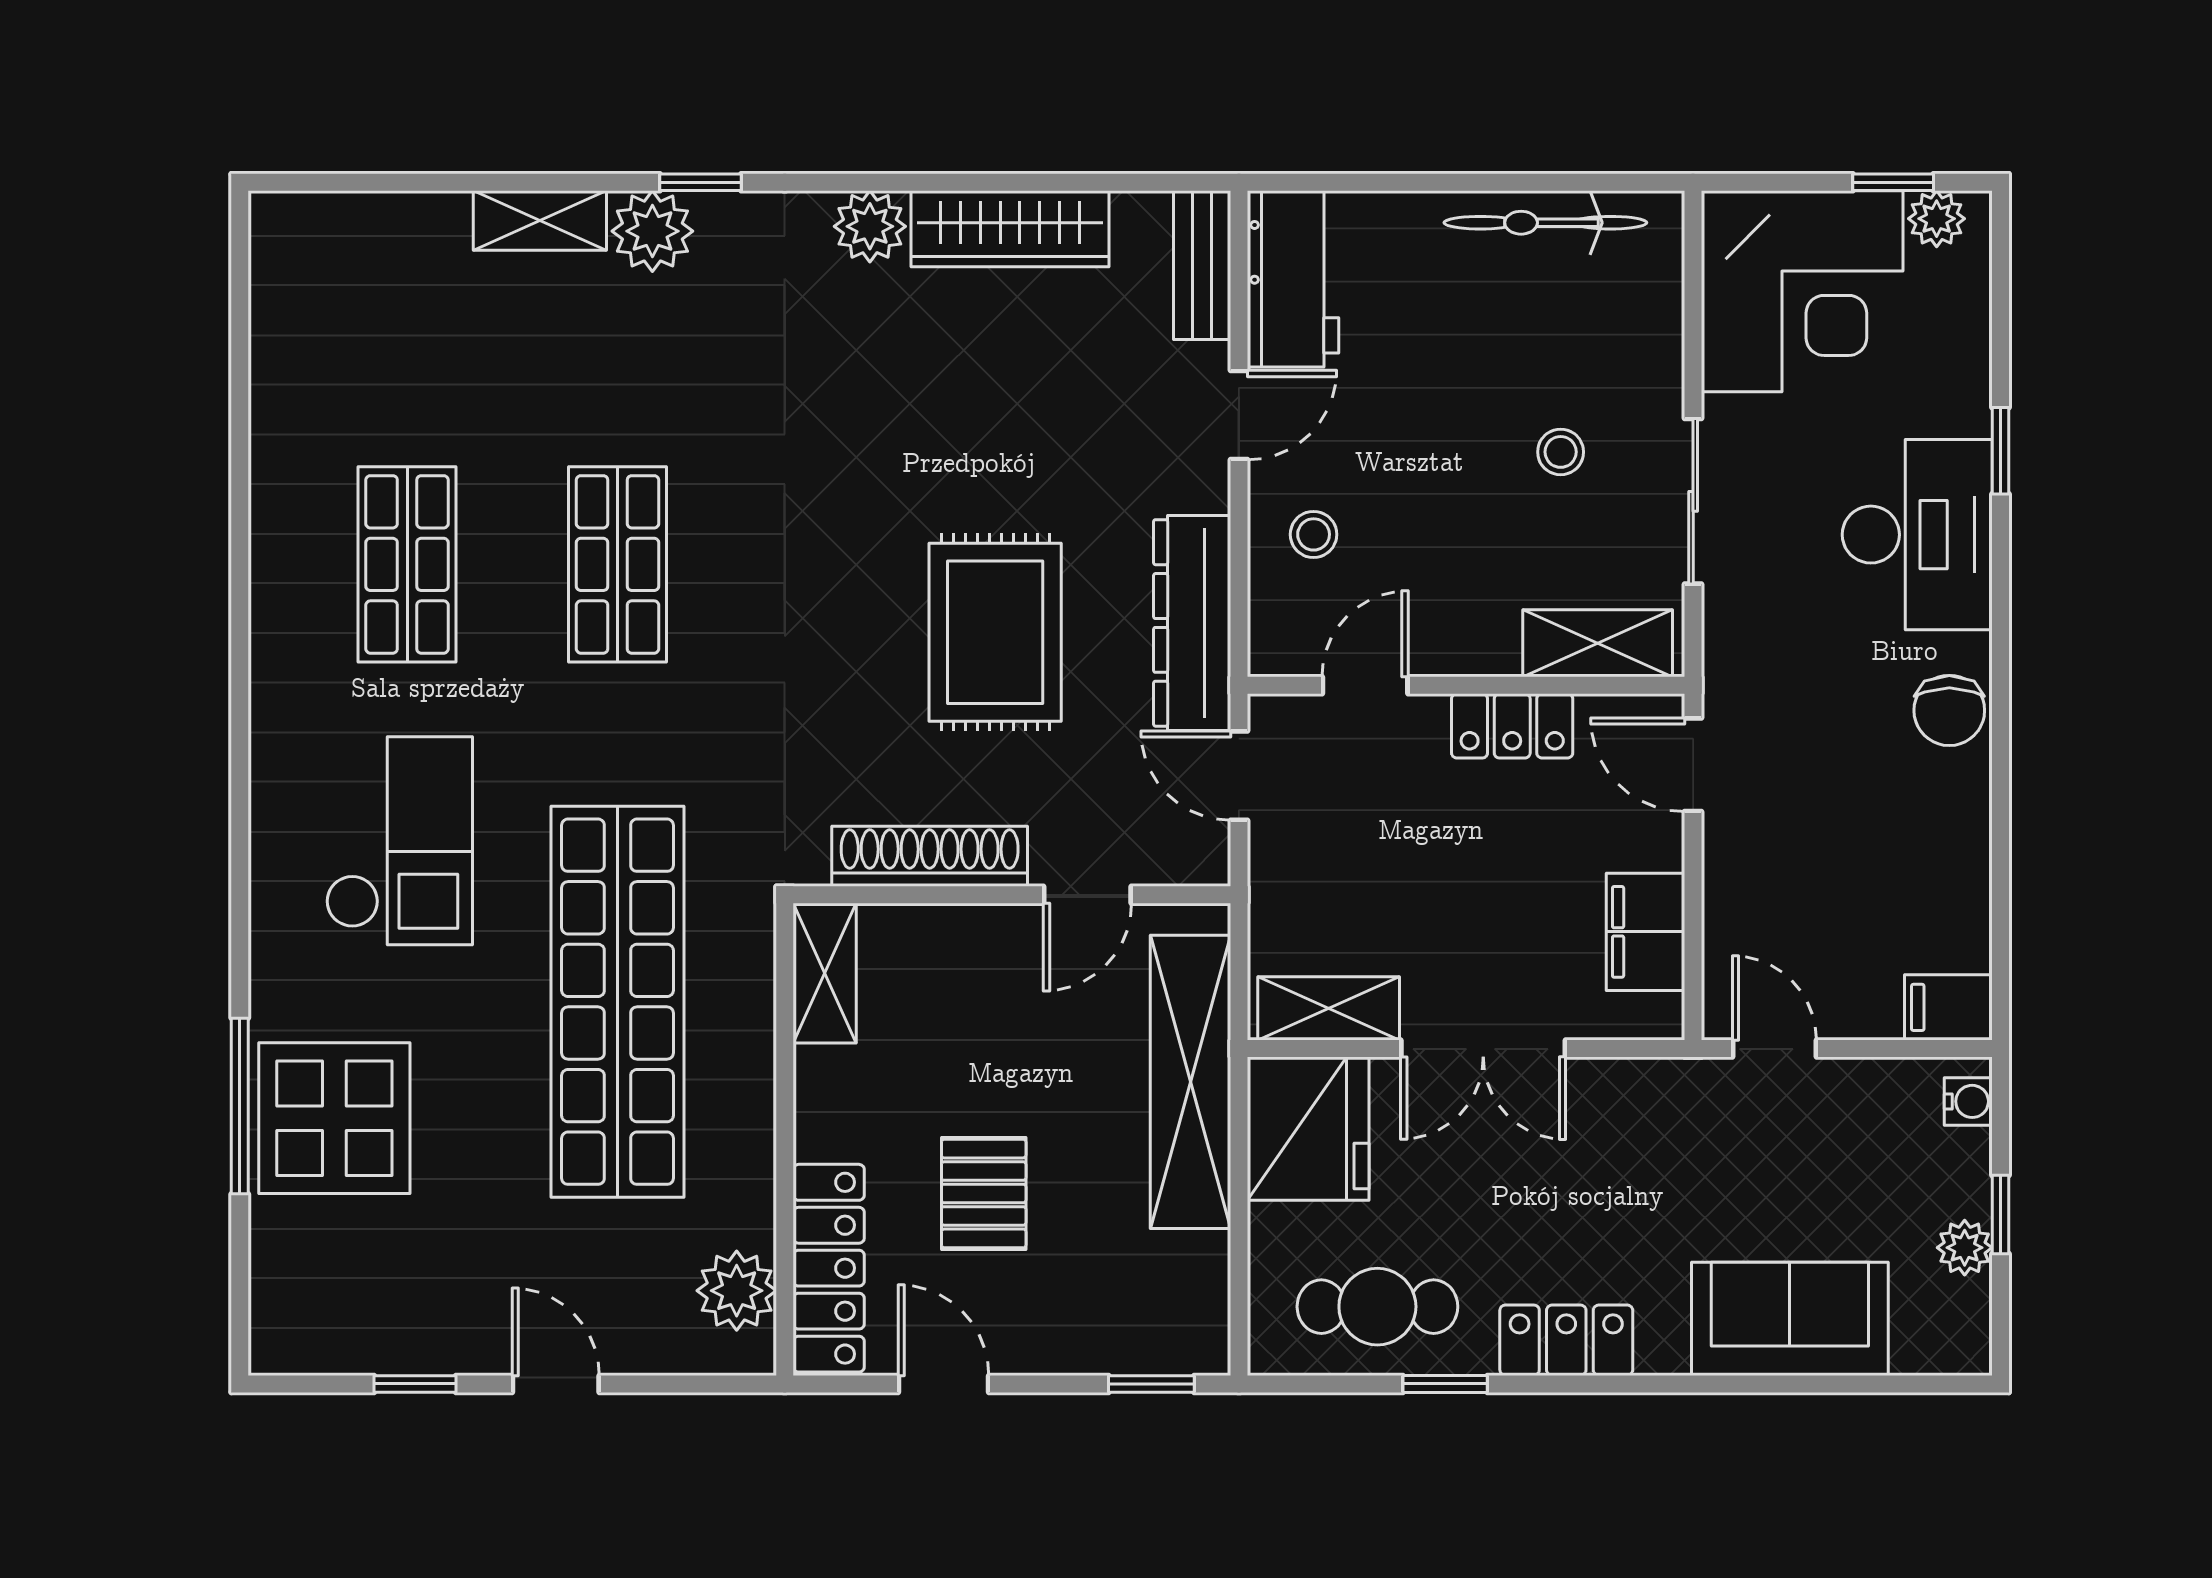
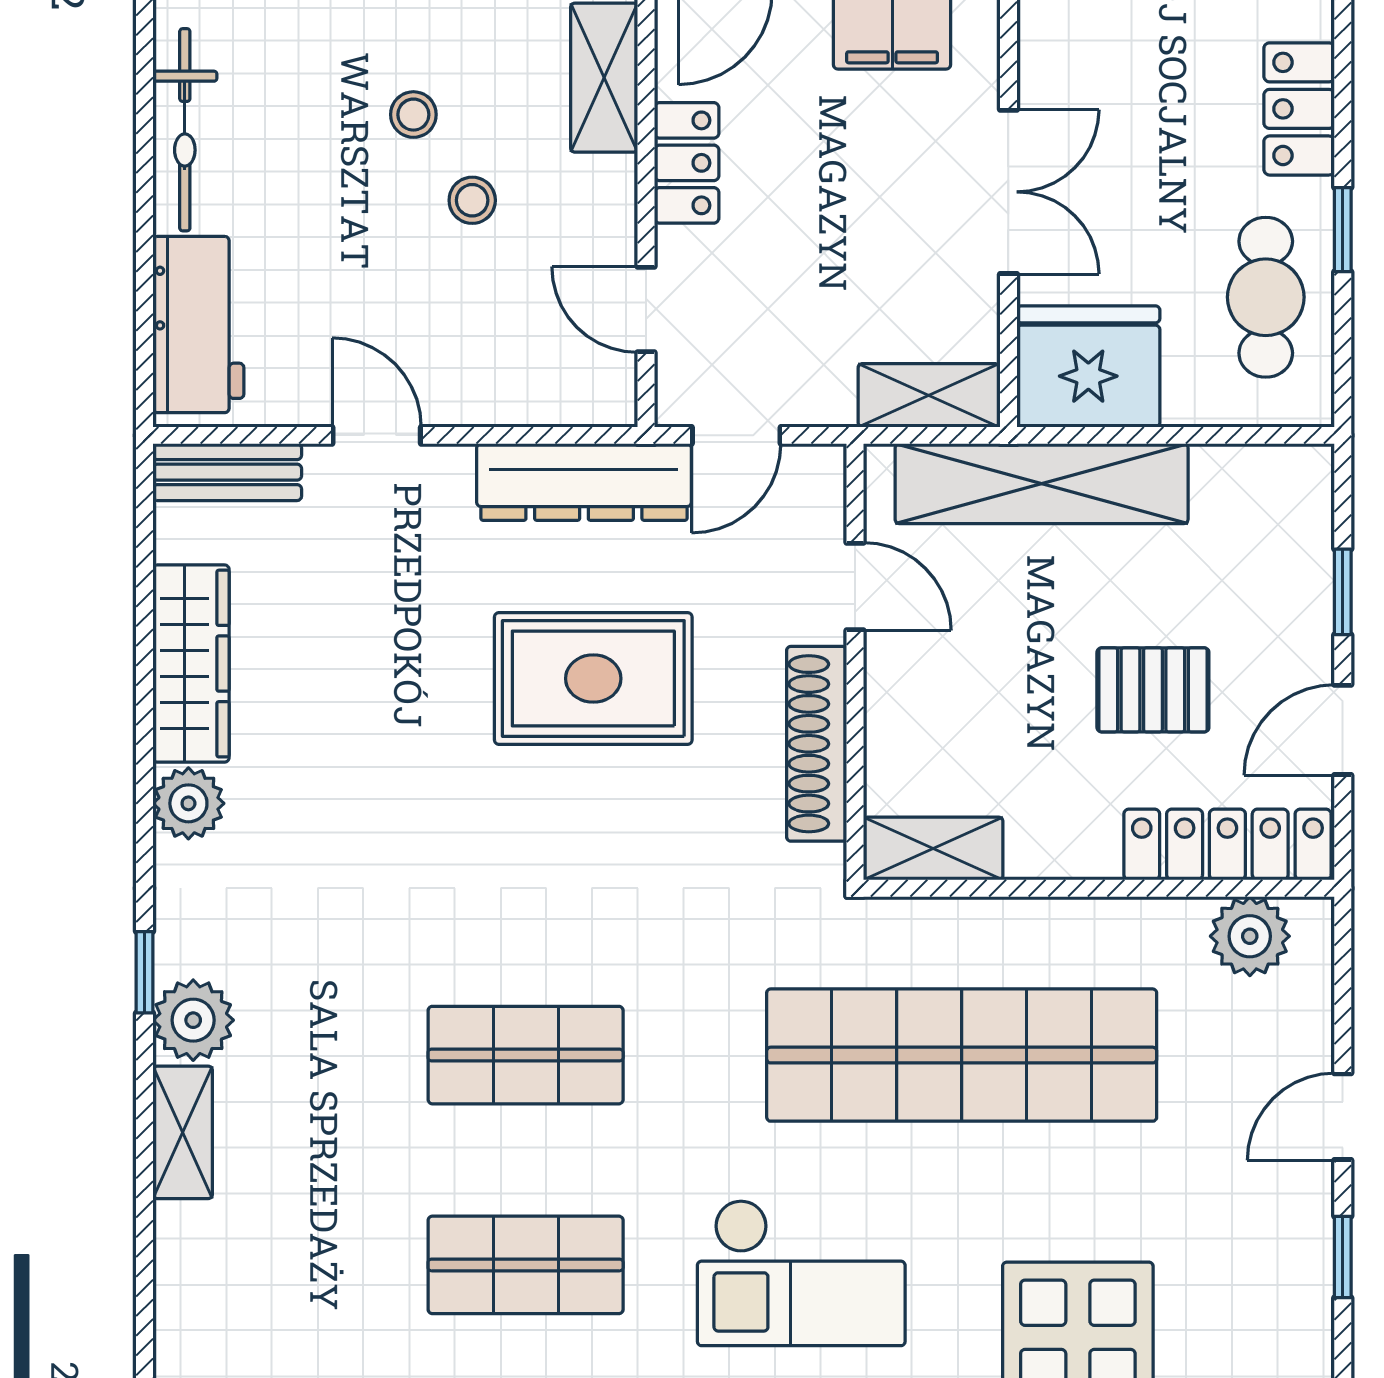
workbench: (1293, 279) -> (198, 325), moved, turned 90
stool: (1314, 534) -> (472, 200), moved
checkout: (399, 841) -> (801, 1273), turned 180
shelving: (1329, 1008) -> (929, 395), moved, turned 90
window: (1151, 1384) -> (1343, 592), moved

